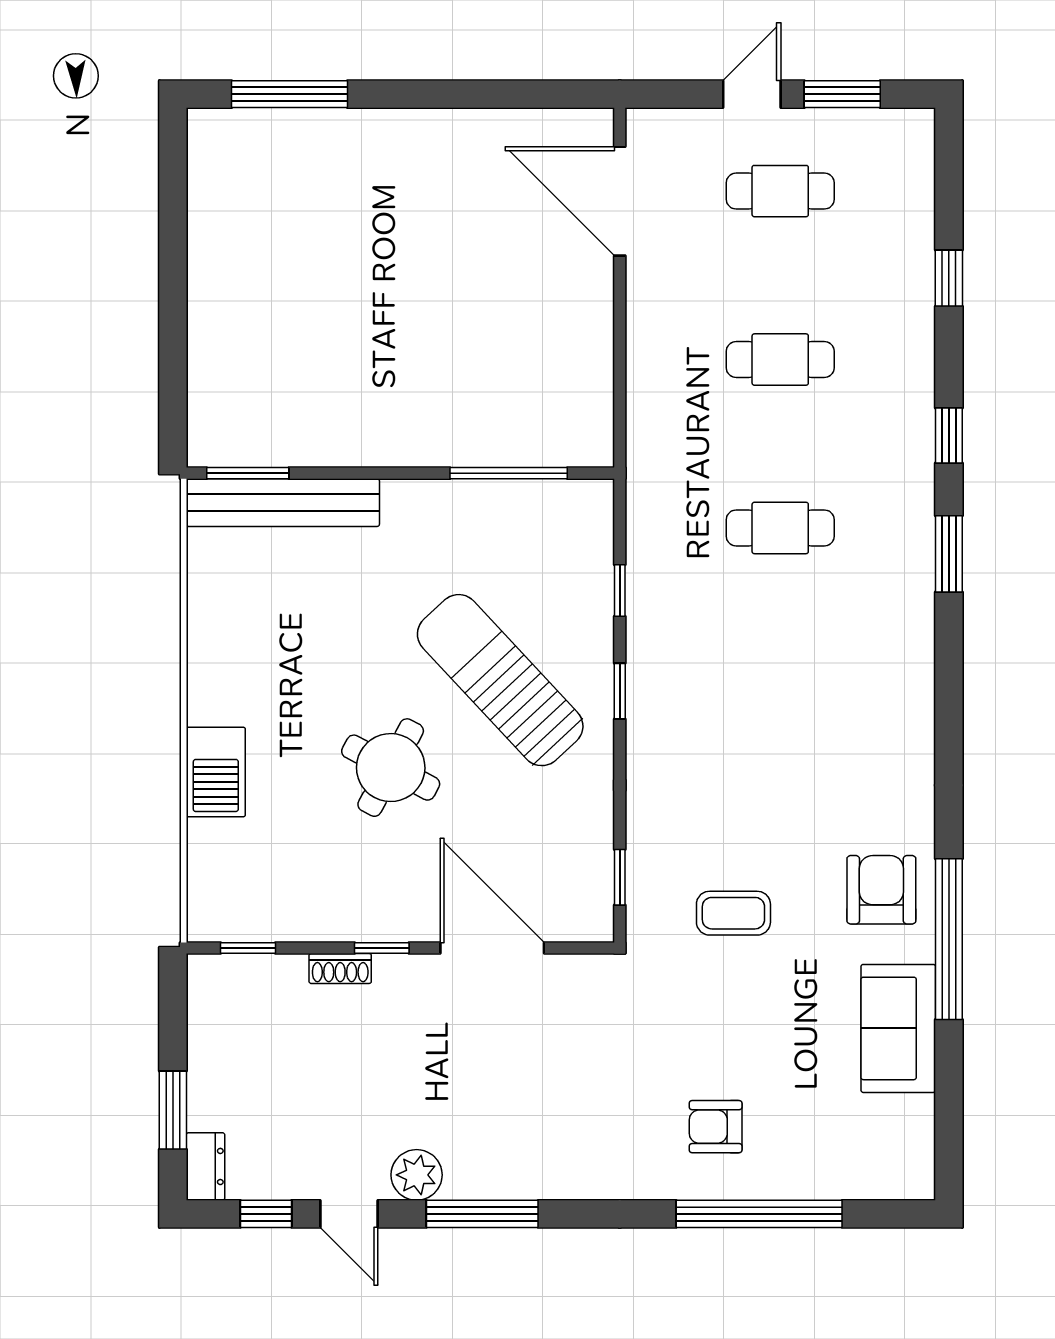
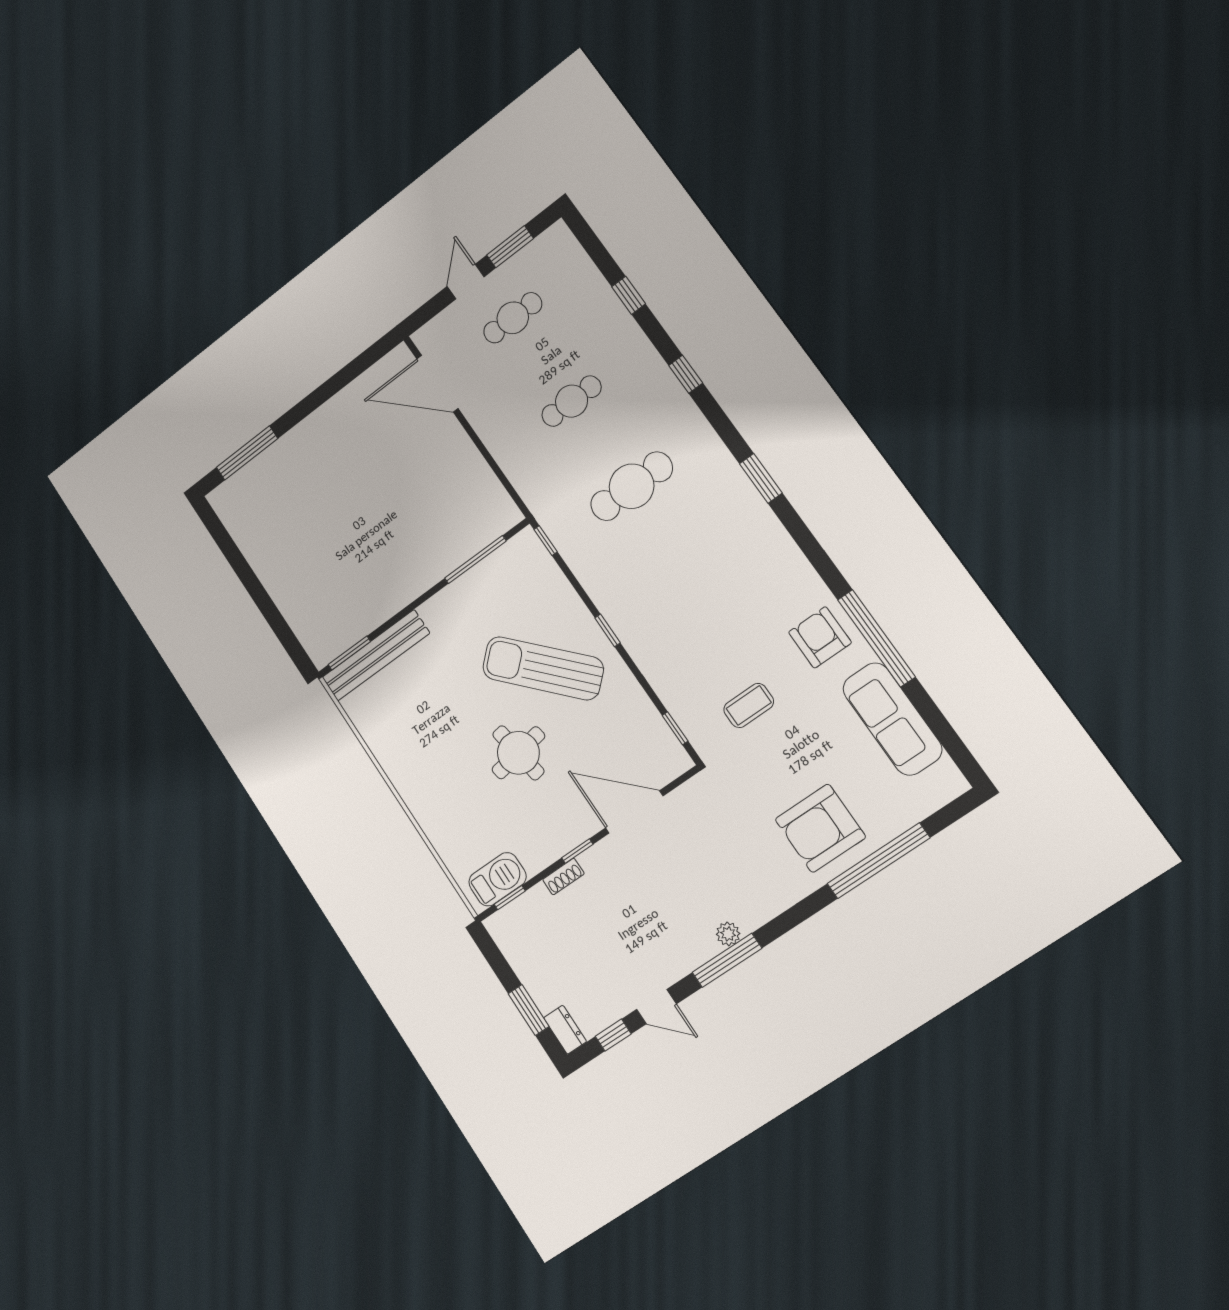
cafe table: (780, 528) -> (632, 486), width x1.37, depth x1.35
window: (949, 554) -> (761, 478), moved
window: (620, 590) -> (546, 541), moved
round table: (391, 768) -> (518, 753), turned -37
barbecue: (216, 772) -> (497, 879), moved, turned -90
sofa: (898, 1028) -> (892, 719), width x1.36
armchair: (716, 1127) -> (820, 828), width x1.88, depth x1.88
plant: (417, 1175) -> (728, 934), moved, width x0.73, depth x0.73

